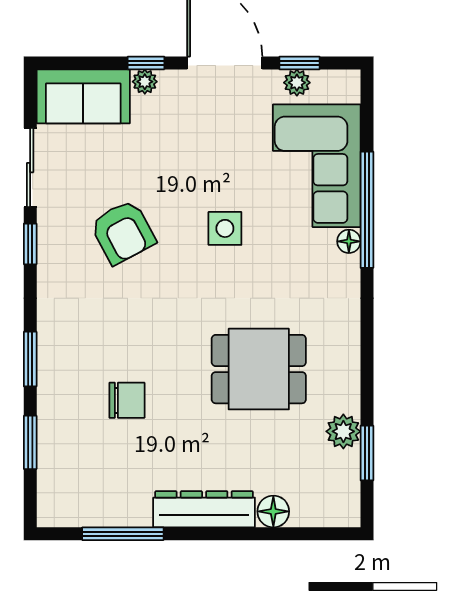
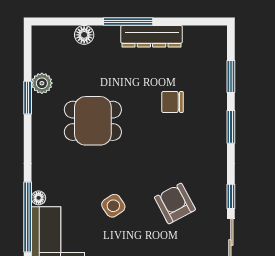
side table: (225, 228) -> (113, 206), turned -34
window: (367, 453) -> (28, 98), moved
dresser: (204, 509) -> (152, 36), moved
window: (123, 534) -> (128, 21), moved

